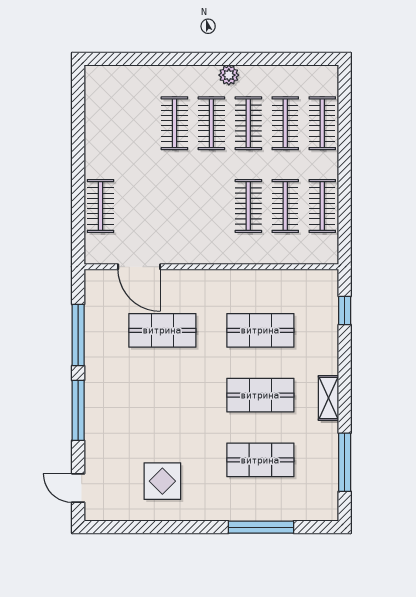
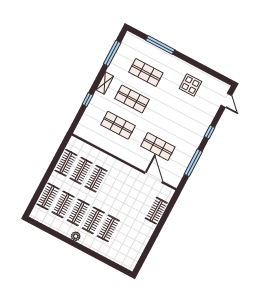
window: (345, 310) -> (88, 100), moved
window: (78, 410) -> (210, 132), width x0.46

